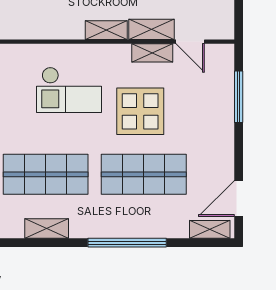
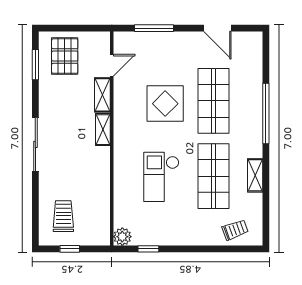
shelving: (152, 53) -> (120, 94), removed
checkout: (69, 90) -> (161, 177), moved, turned 180
door: (239, 198) -> (217, 28), moved
shelving: (210, 229) -> (256, 50), removed

